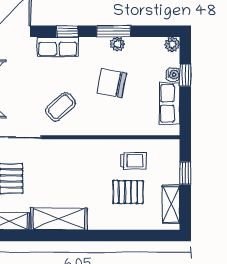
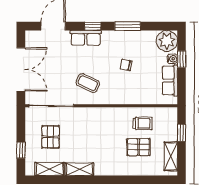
plant: (117, 44) -> (130, 36), removed
plant: (172, 44) -> (167, 41), width x1.88, depth x1.88
chair: (112, 83) -> (126, 65), width x0.54, depth x0.54
coffee table: (61, 107) -> (88, 83), turned 67
shelving: (59, 219) -> (79, 169), width x0.67, depth x0.75

